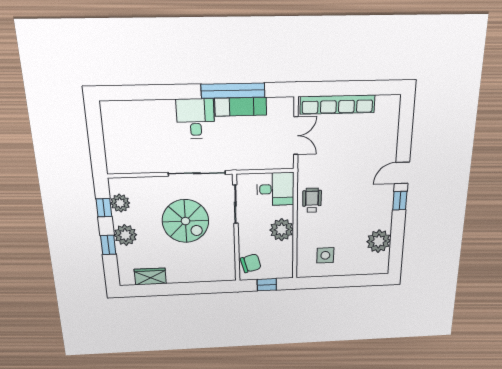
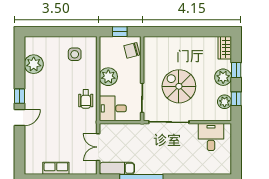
row of seats: (337, 105) -> (56, 168), width x0.50
exam couch: (241, 107) -> (117, 168), moved
desk: (195, 119) -> (211, 137), moved, turned 180
wardrobe: (150, 277) -> (225, 48), moved, turned 90

